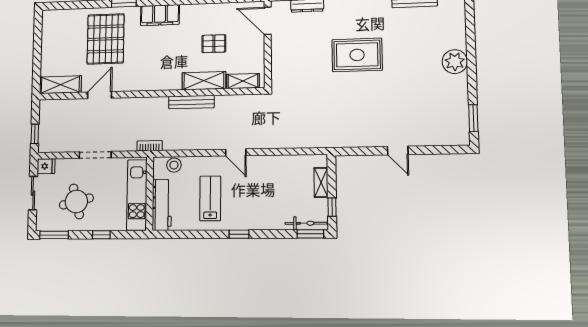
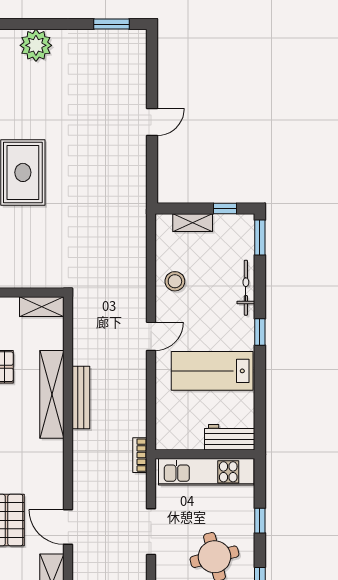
shelving: (204, 81) -> (52, 394), width x1.47
shelving: (243, 81) -> (42, 307), moved, turned 90
stool: (174, 165) -> (175, 281), moved
lab bench: (210, 198) -> (212, 371), width x1.36, depth x1.39
workbench: (162, 205) -> (230, 437), width x0.73
bicycle: (306, 223) -> (246, 288), moved

